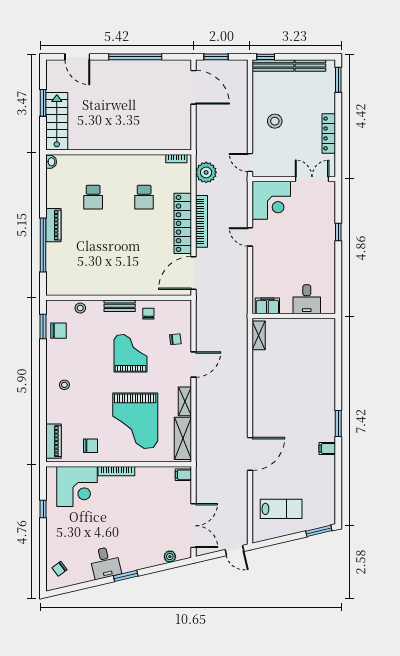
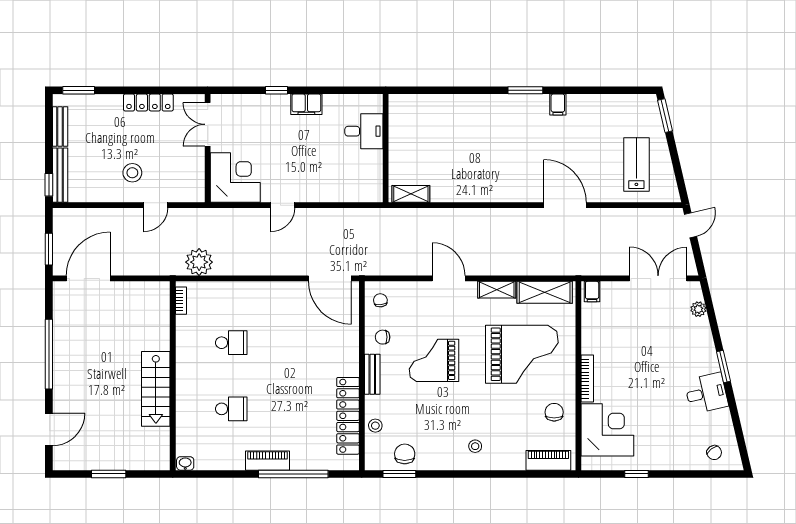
stairs: (57, 121) -> (156, 389), moved, turned -90
door: (250, 162) -> (156, 205), moved
bookcase: (201, 221) -> (263, 268), removed
locker: (183, 223) -> (348, 416), moved, turned 90
filing cabinet: (267, 306) -> (306, 104), moved, turned -90
chair: (175, 339) -> (380, 300), moved

